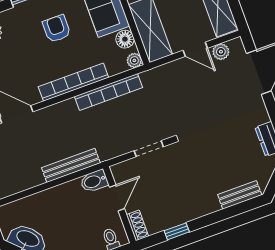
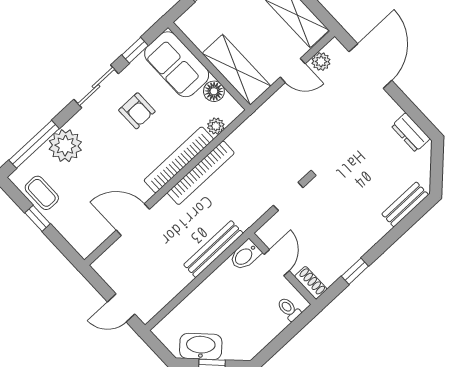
armchair: (57, 29) -> (137, 111), turned 180
plant: (134, 60) -> (216, 126), moved
bookcase: (108, 92) -> (201, 173), moved

